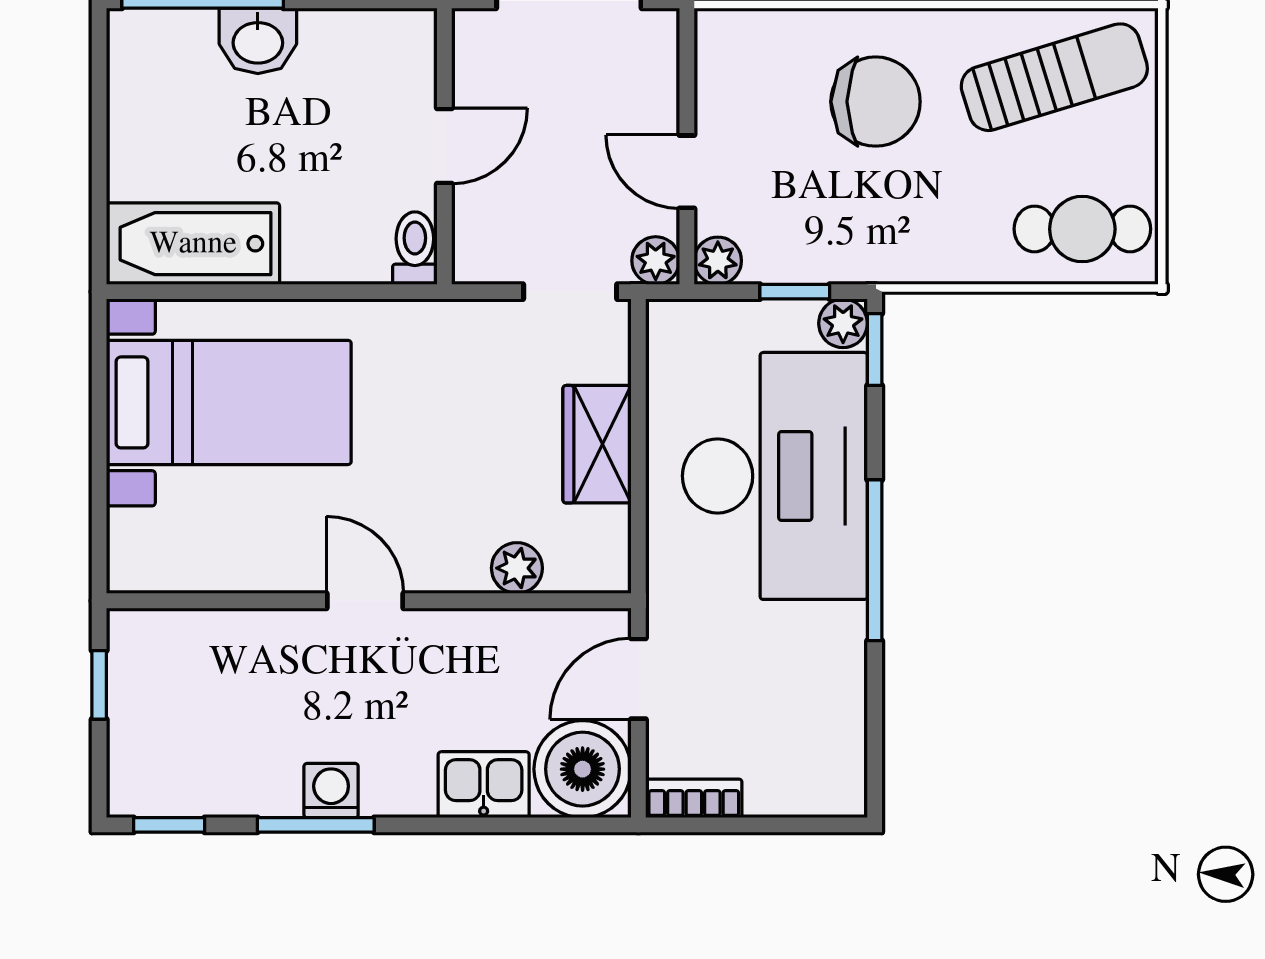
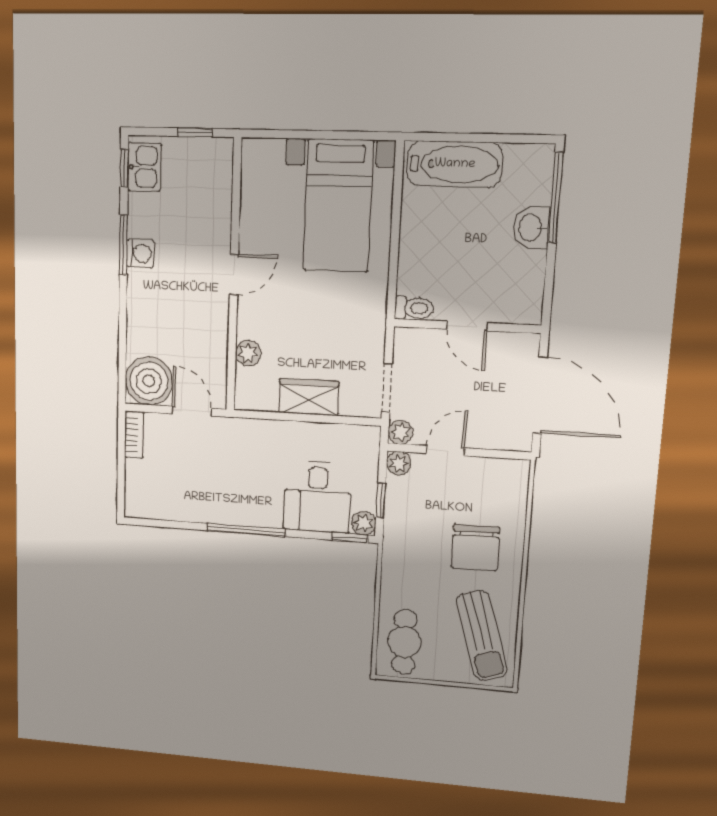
bathtub: (193, 244) -> (455, 164), moved, turned 90
desk: (775, 476) -> (317, 497), width x0.53, depth x0.77
kitchen sink: (484, 785) -> (144, 167), moved

